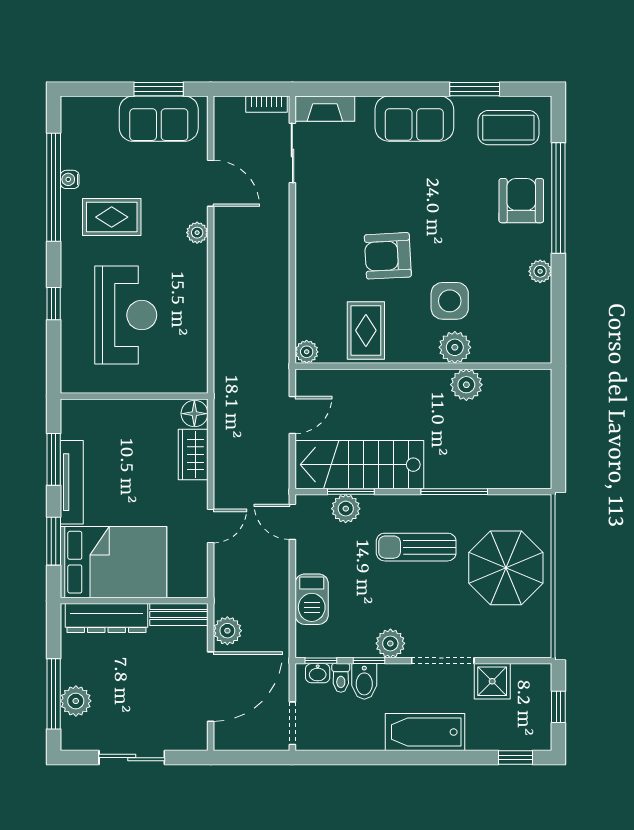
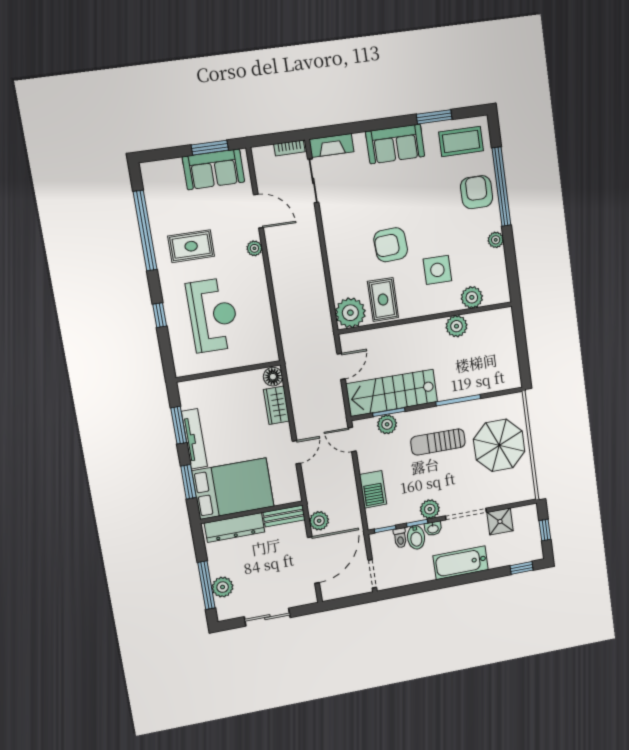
water cooler: (70, 179) -> (156, 223), removed
plant: (455, 347) -> (472, 297), moved
plant: (307, 352) -> (350, 313), width x1.88, depth x1.88
washbasin: (318, 673) -> (433, 529), moved

